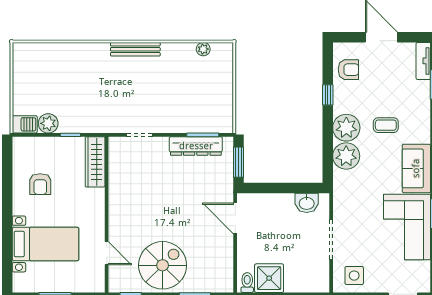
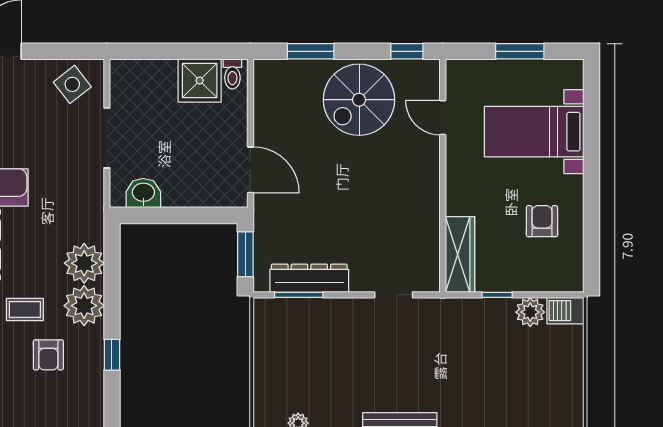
armchair: (348, 70) -> (48, 355), moved, turned -90
side table: (354, 276) -> (72, 84), turned -38

